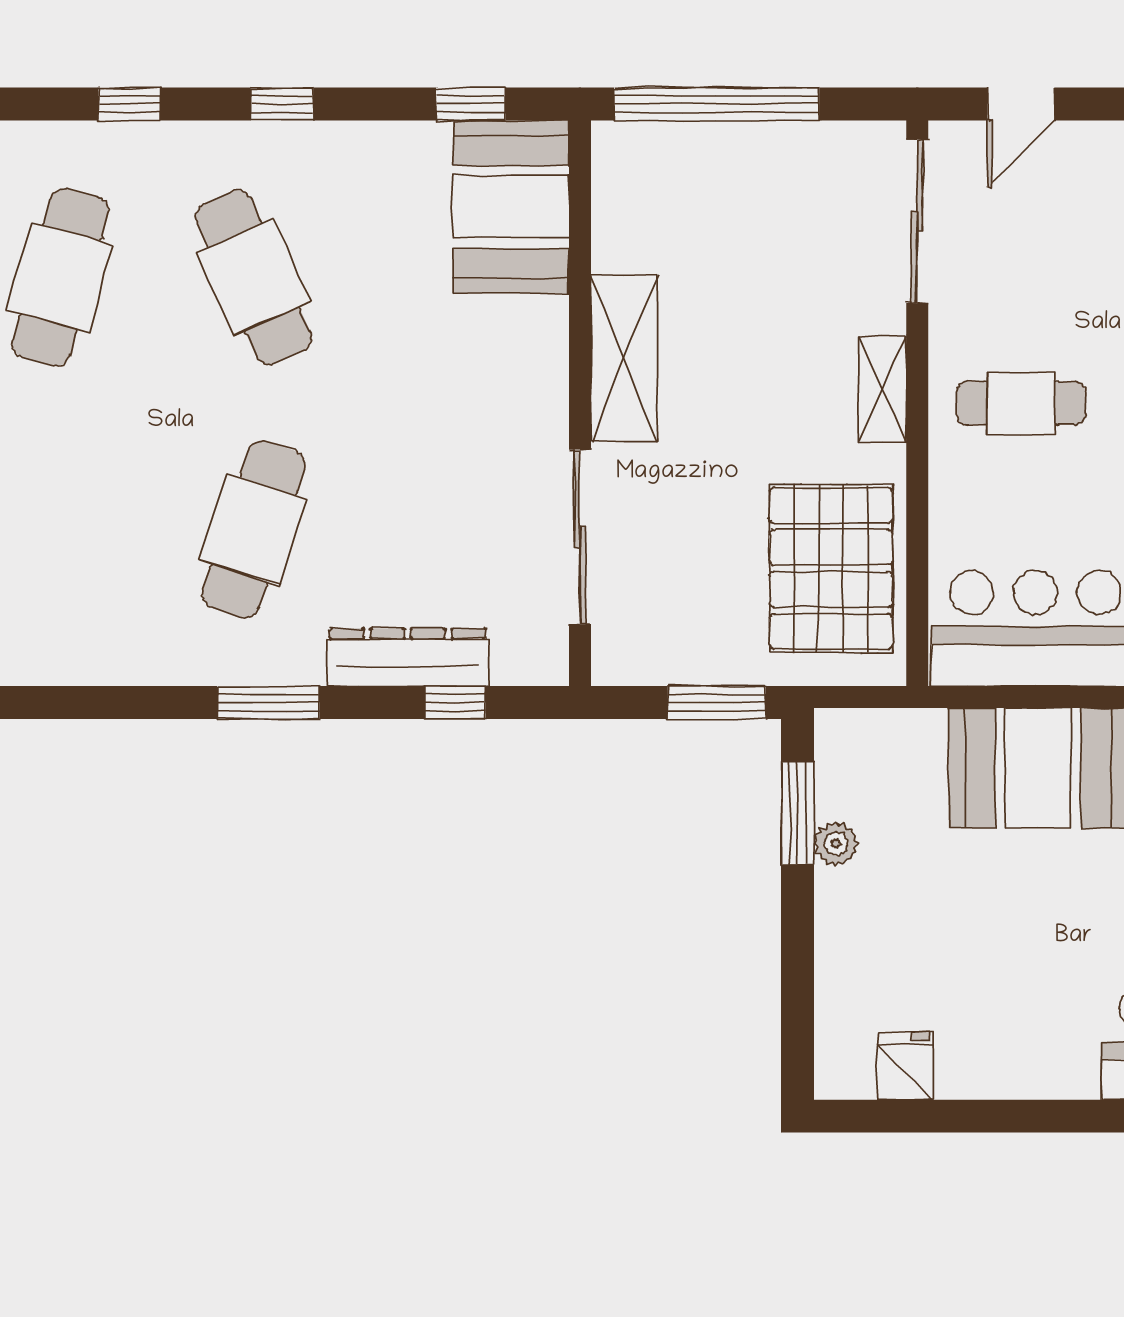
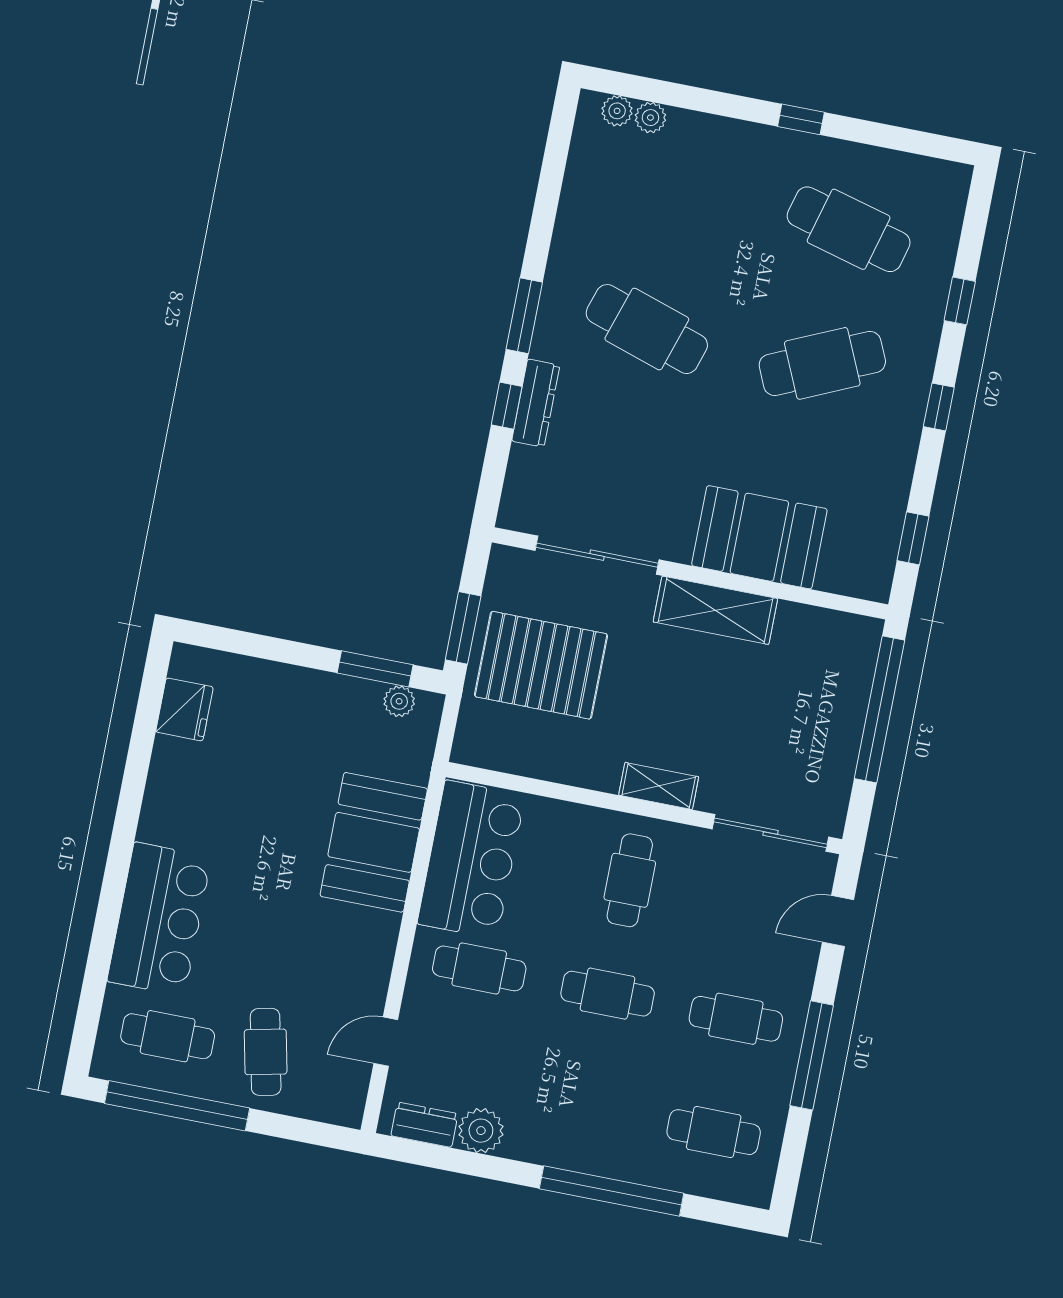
door: (1021, 104) -> (838, 921), hinge flipped
booth: (511, 207) -> (759, 537), moved
pallet: (831, 568) -> (541, 665), moved
dresser: (408, 657) -> (536, 403), width x0.73, depth x0.80
window: (455, 703) -> (507, 406), moved
plant: (836, 844) -> (399, 701), moved
fridge: (905, 1066) -> (184, 709), width x1.38

